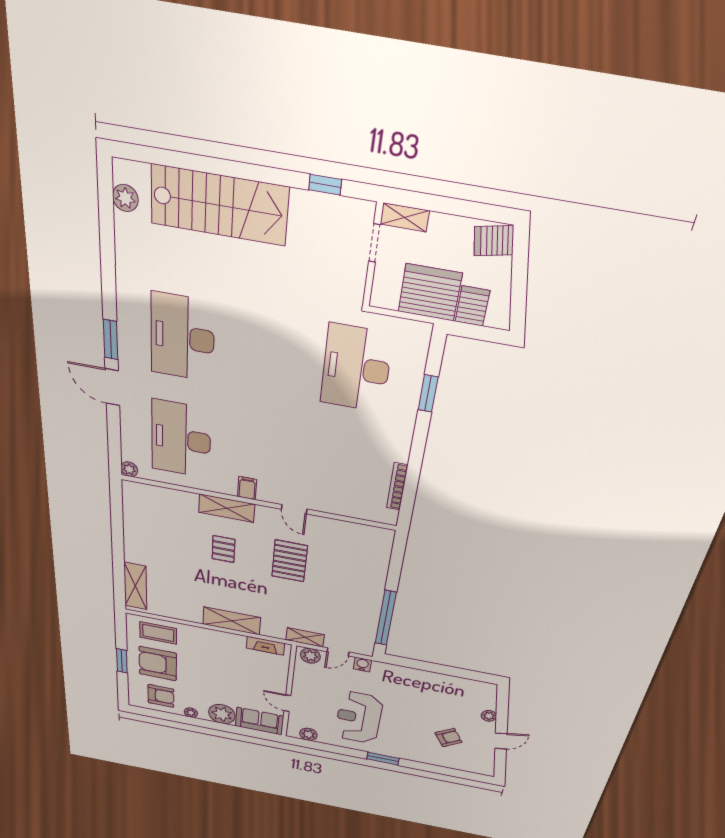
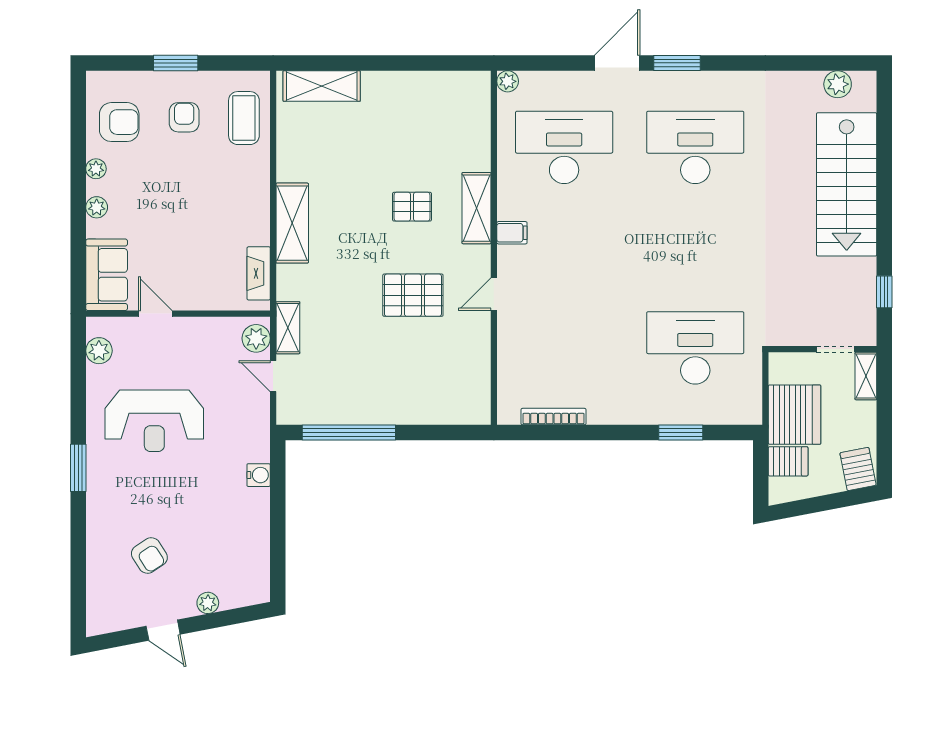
armchair: (158, 664) -> (184, 117), width x0.53, depth x0.53
water cooler: (362, 664) -> (259, 475), moved
armchair: (161, 696) -> (119, 122), turned -90
door: (287, 703) -> (155, 314), hinge flipped
plant: (222, 714) -> (97, 207), width x0.53, depth x0.53
reception desk: (359, 718) -> (154, 421), turned 180

